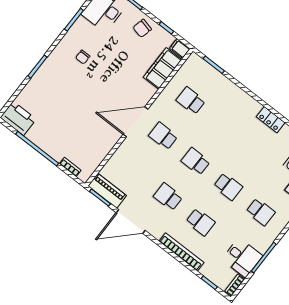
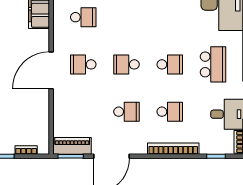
school desk: (191, 101) -> (83, 17), turned 180
school desk: (168, 197) -> (126, 112), turned 180
school desk: (261, 212) -> (213, 64), width x1.85

